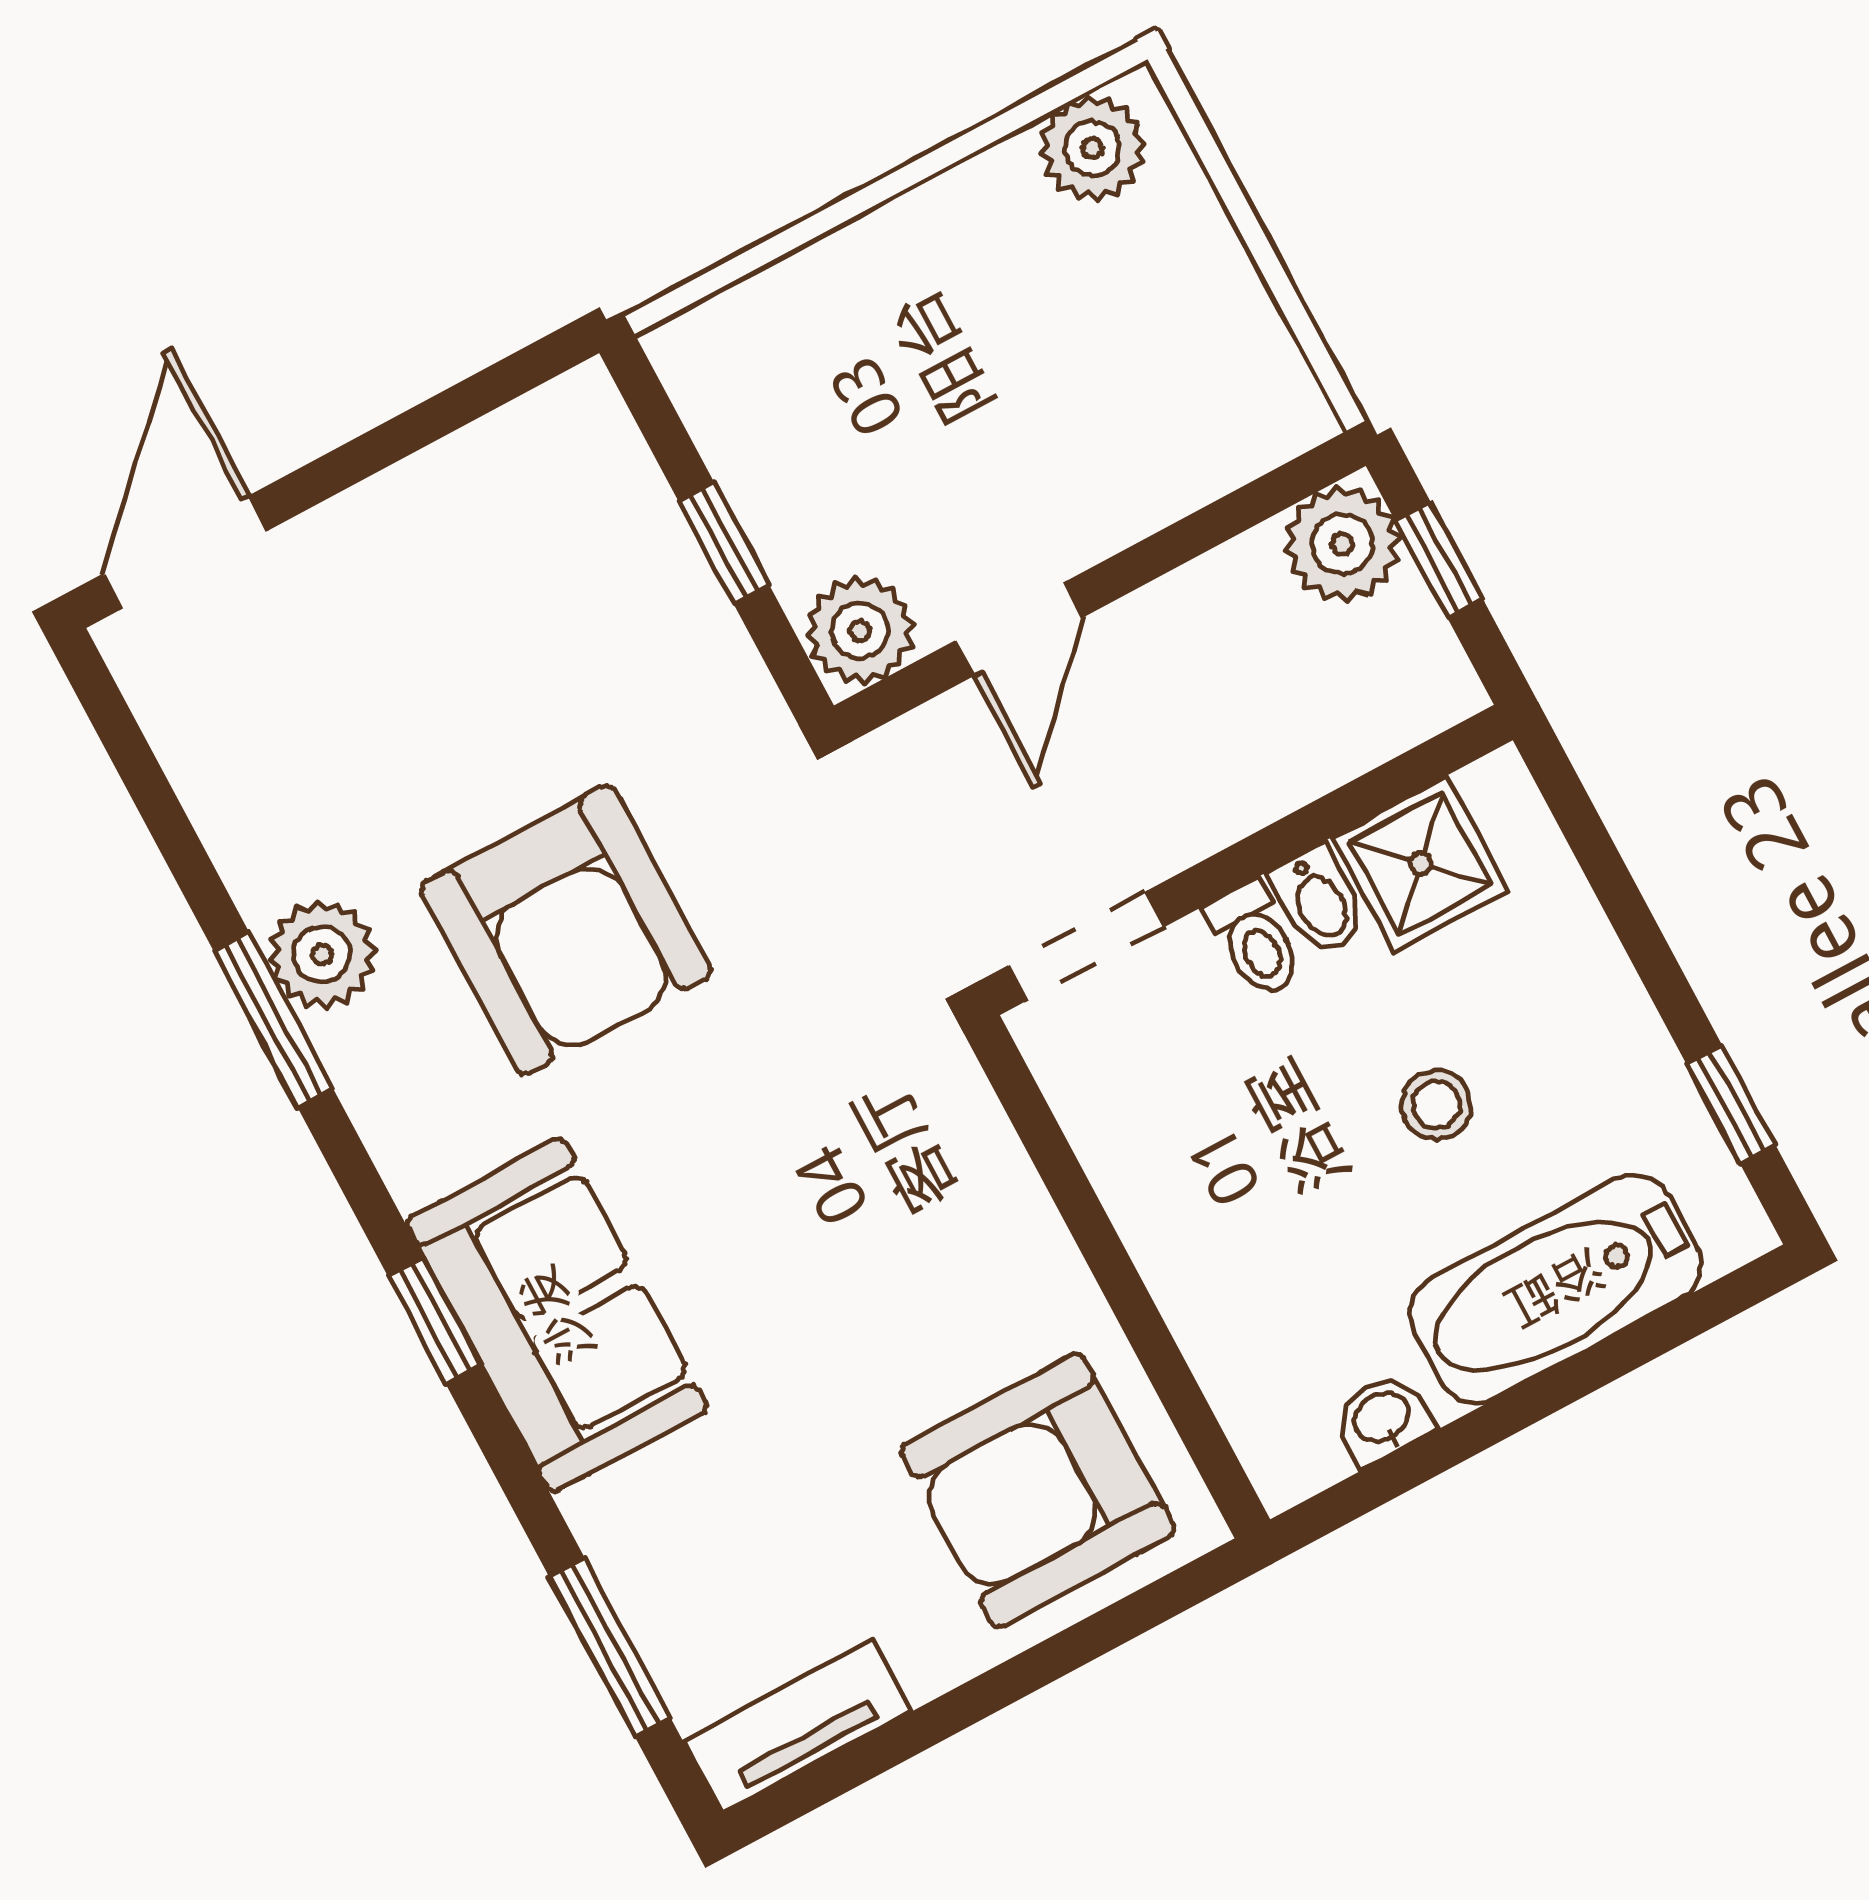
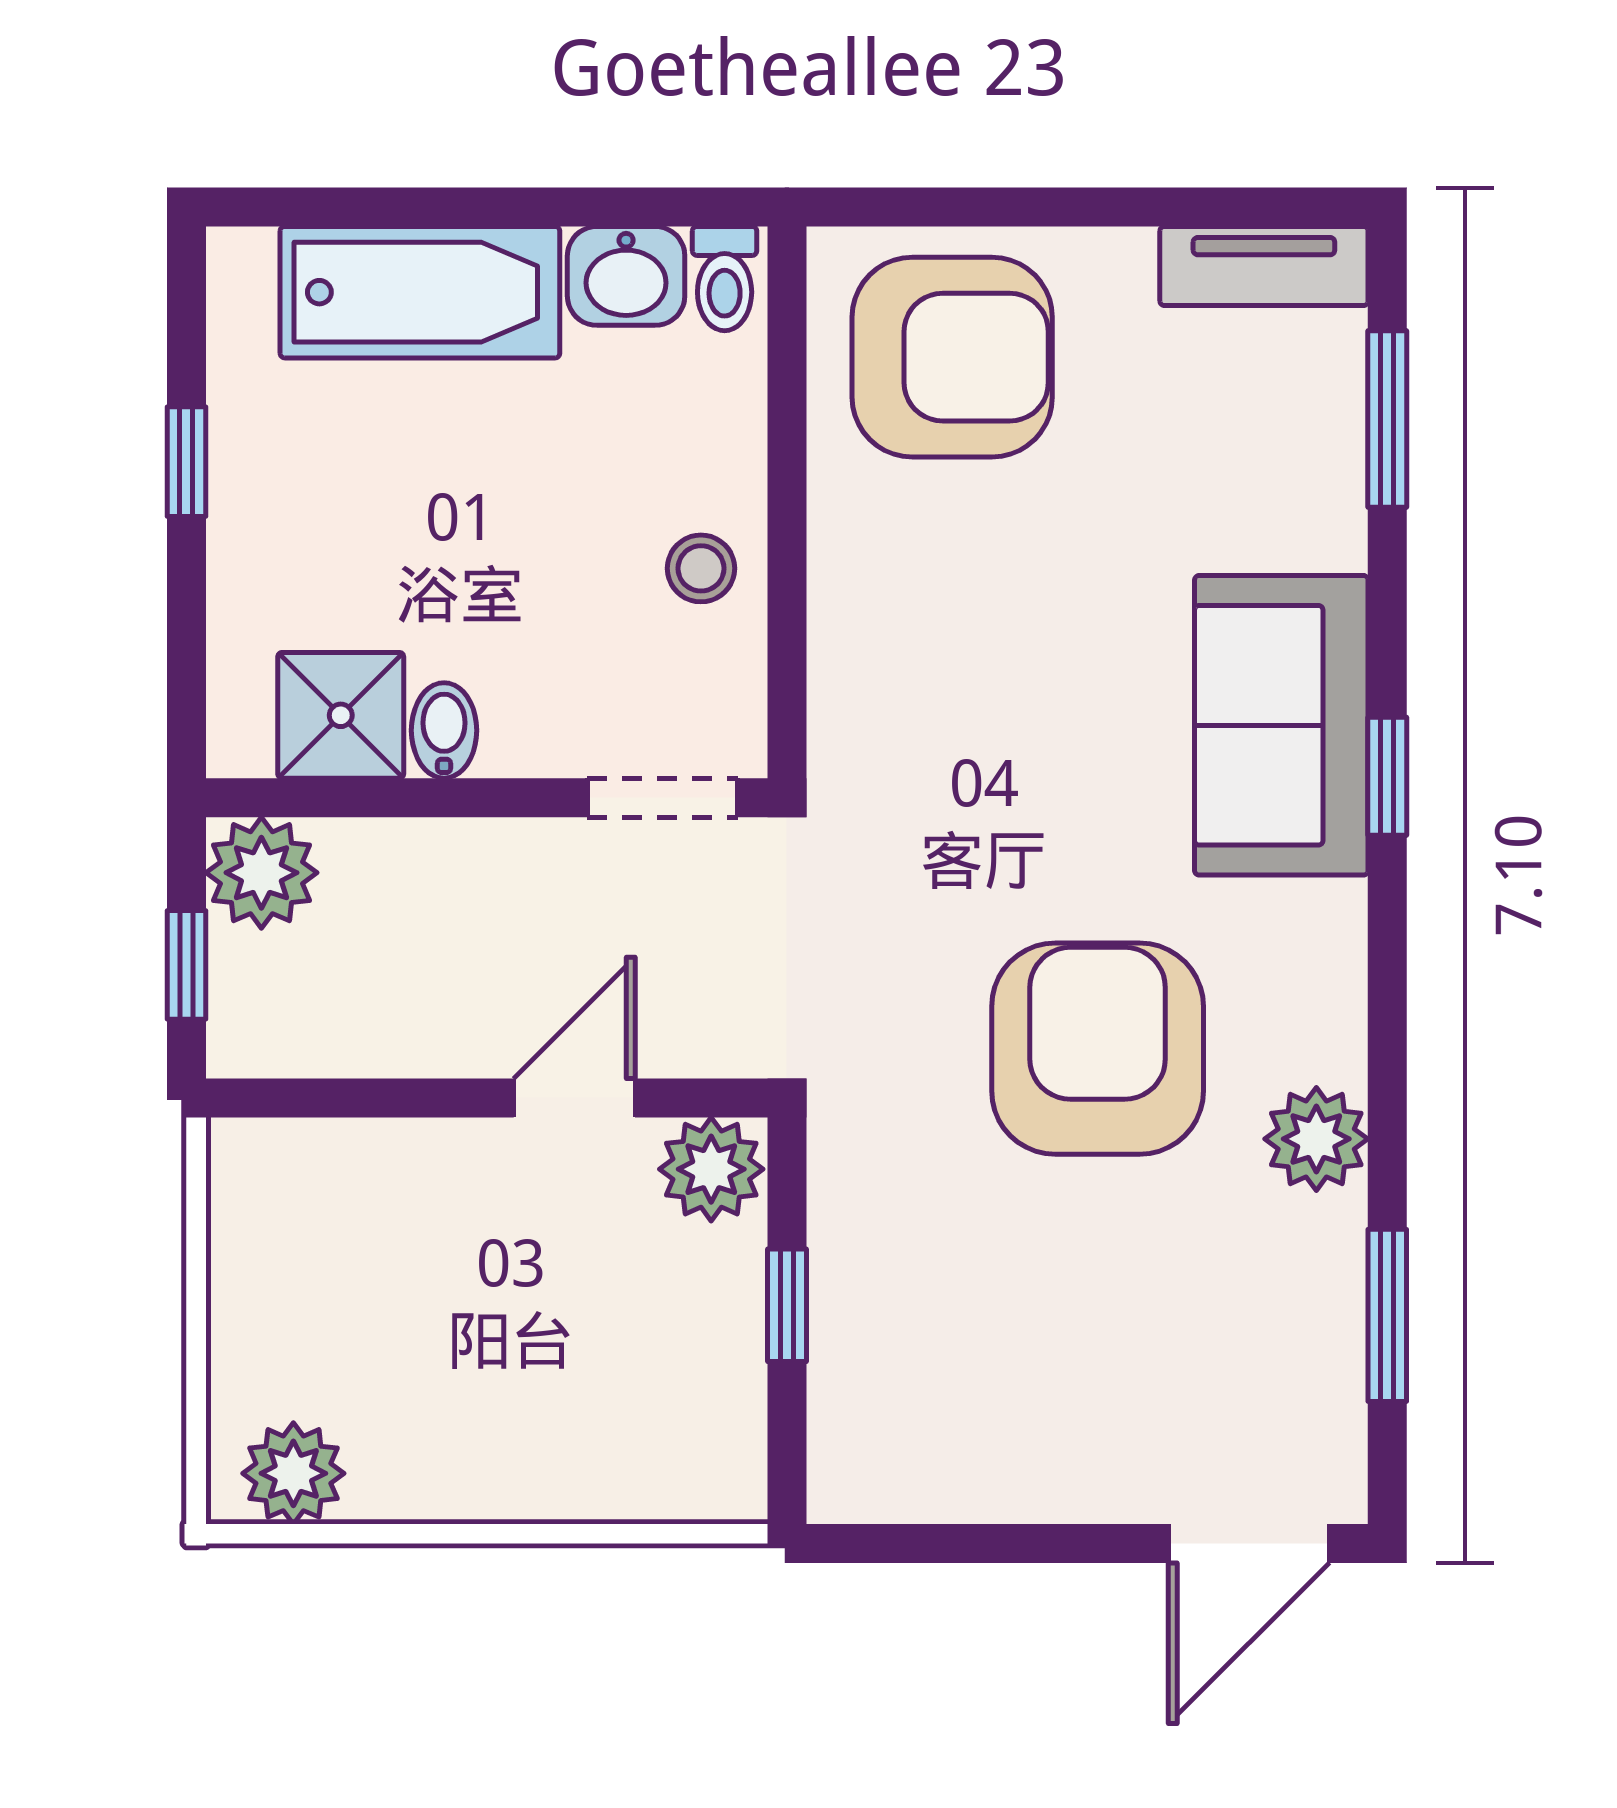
plant: (1342, 544) -> (261, 873), moved
toilet: (1255, 940) -> (725, 279), moved, turned 180
window: (273, 1020) -> (1387, 1315), moved
window: (1731, 1104) -> (186, 462), moved
stool: (1436, 1105) -> (701, 568), moved
washbasin: (1383, 1419) -> (626, 276), width x1.38, depth x1.45

